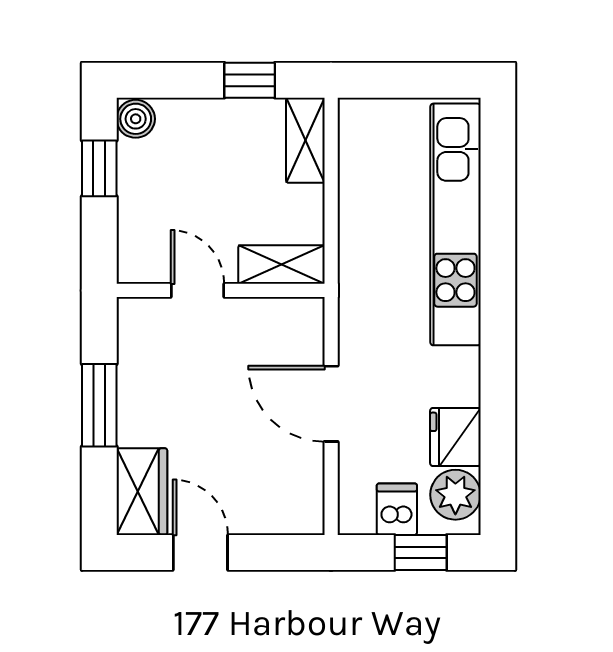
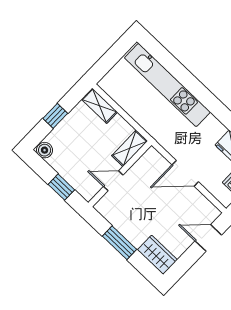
window: (250, 80) -> (55, 116), moved
window: (99, 168) -> (61, 187), moved
door: (200, 553) -> (208, 238), moved

